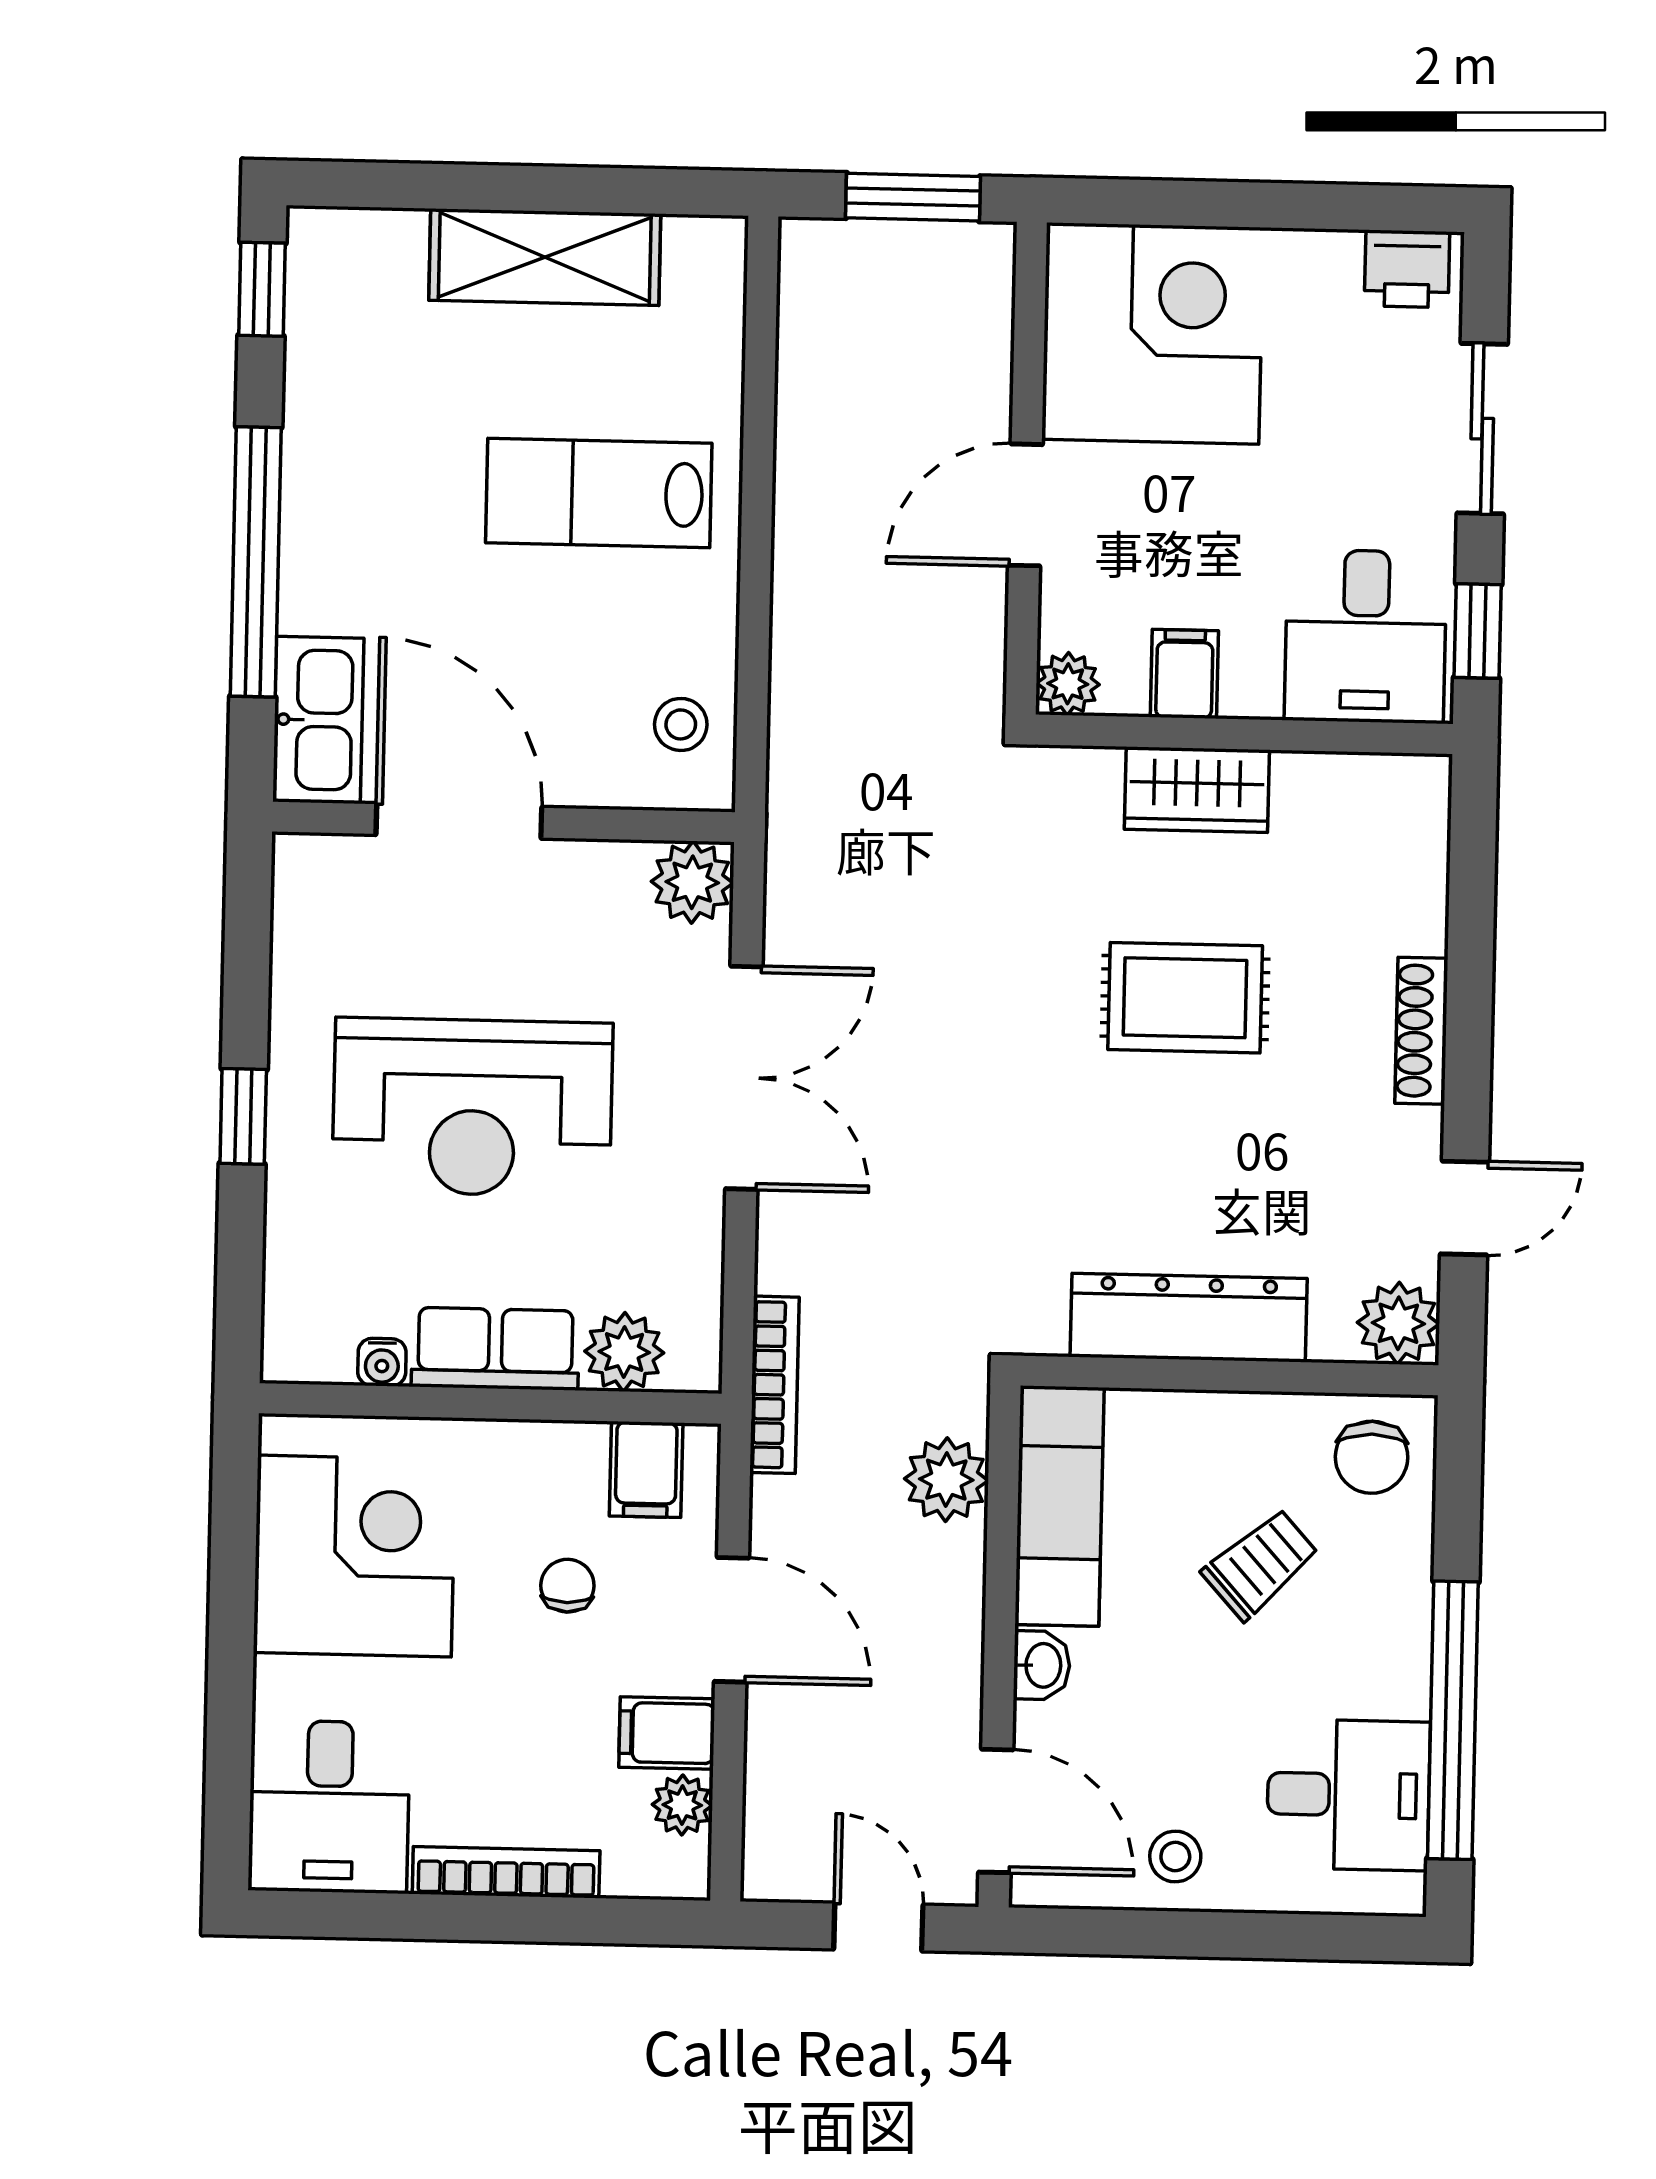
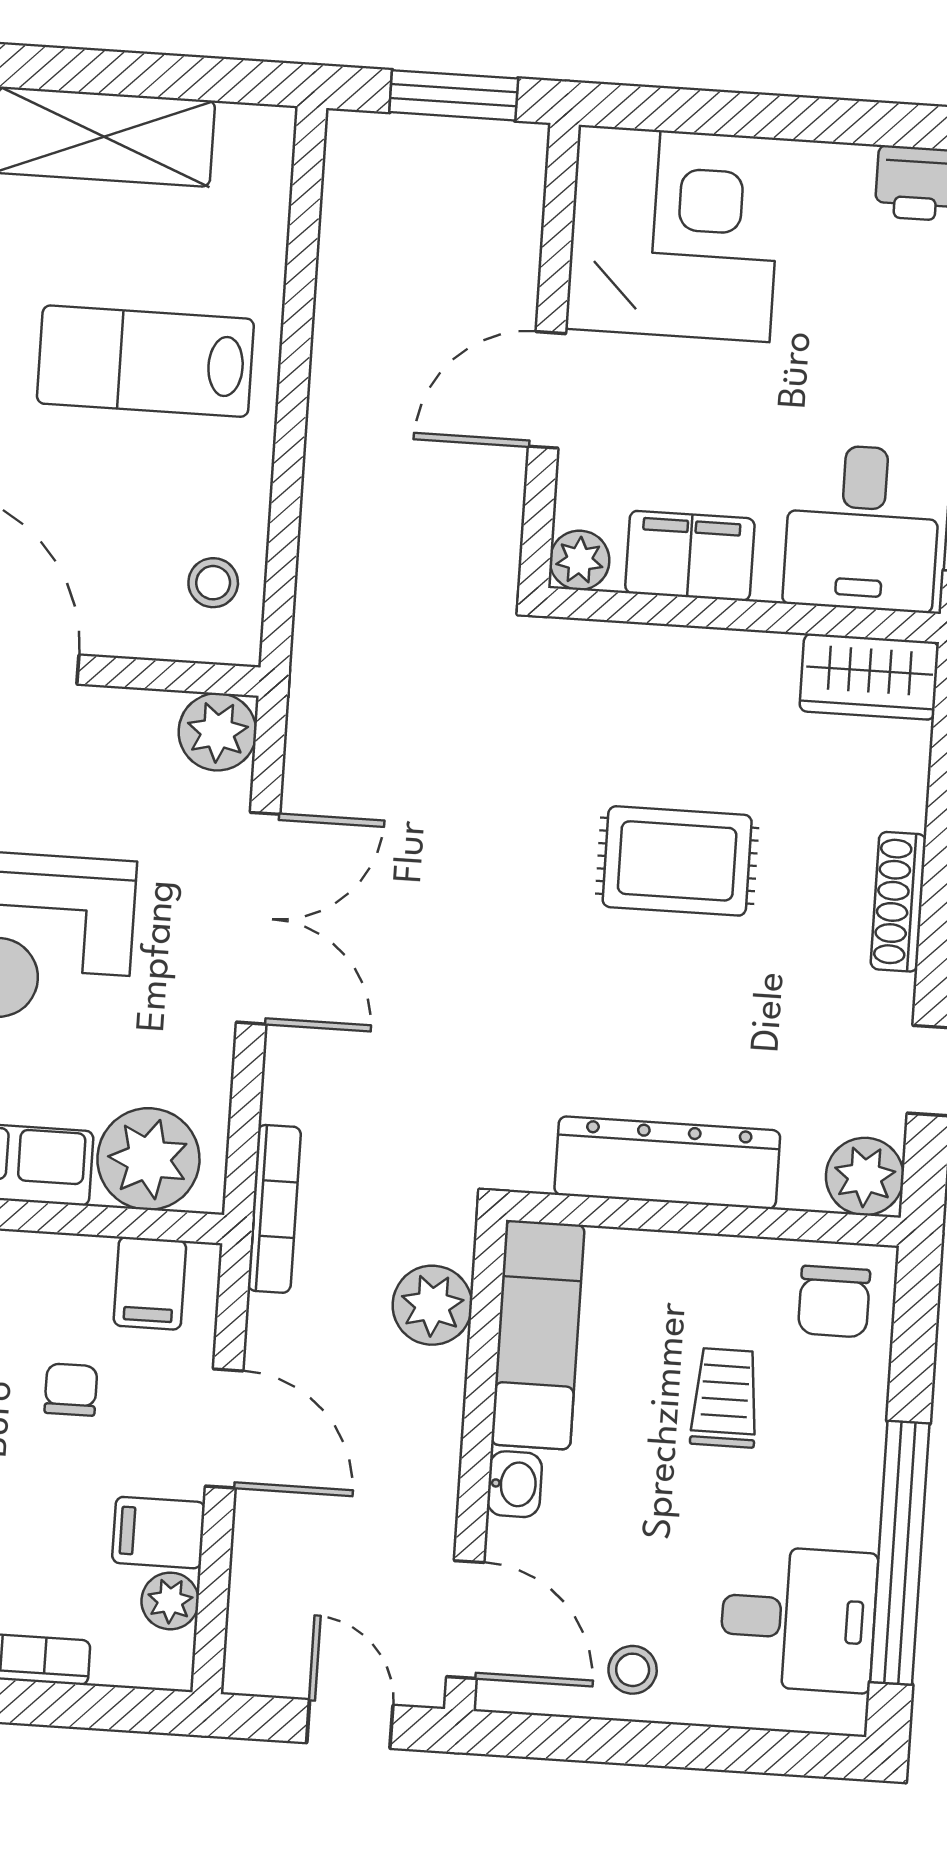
filing cabinet: (1184, 674) -> (690, 556), width x2.00
wardrobe: (1197, 790) -> (869, 677), moved
plant: (624, 1352) -> (148, 1159), width x1.36, depth x1.36
trolley: (1260, 1564) -> (725, 1398), turned -48

